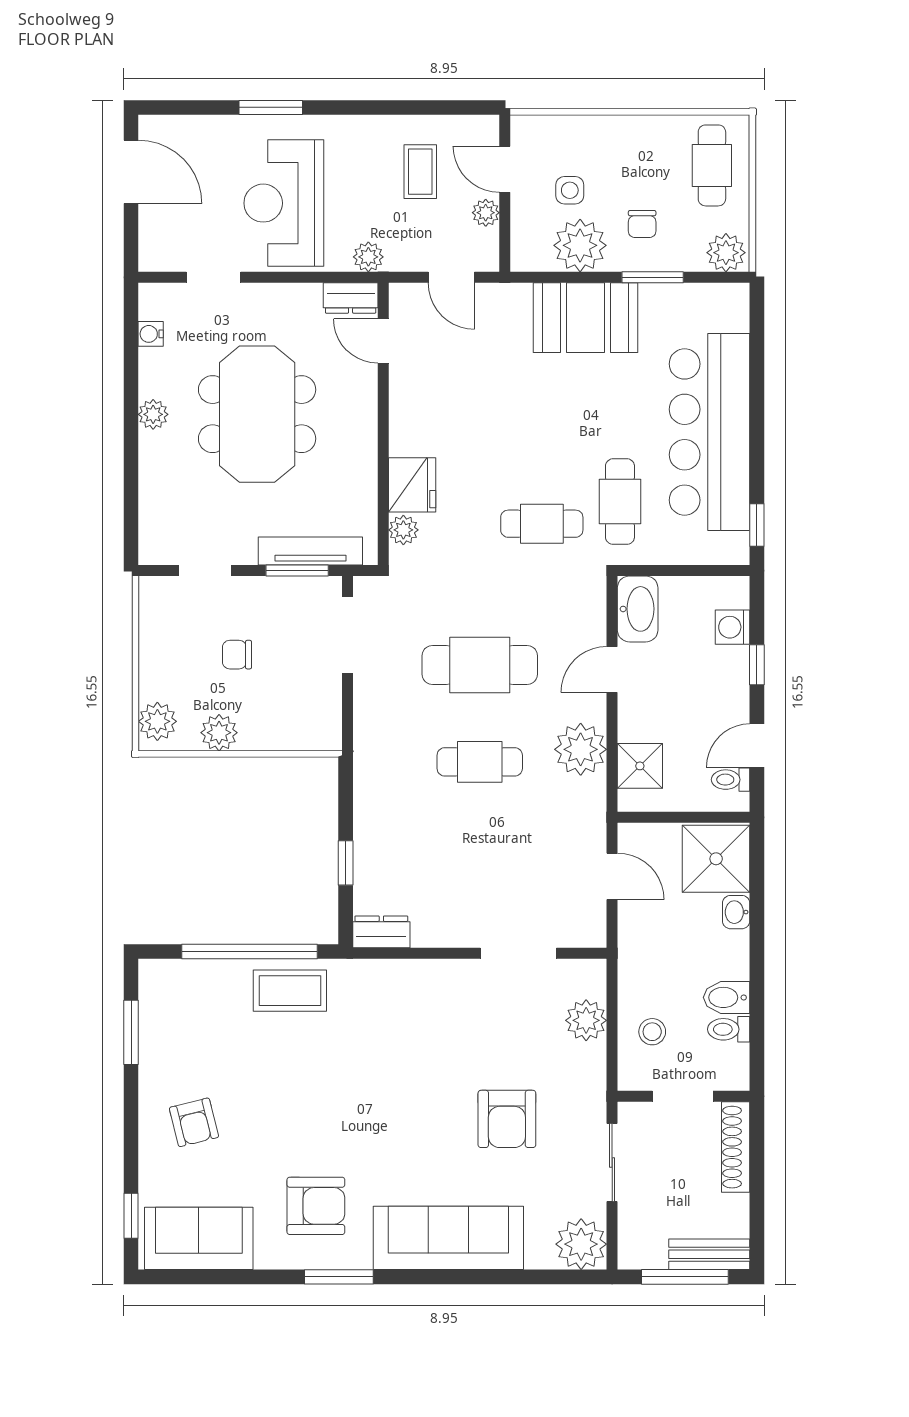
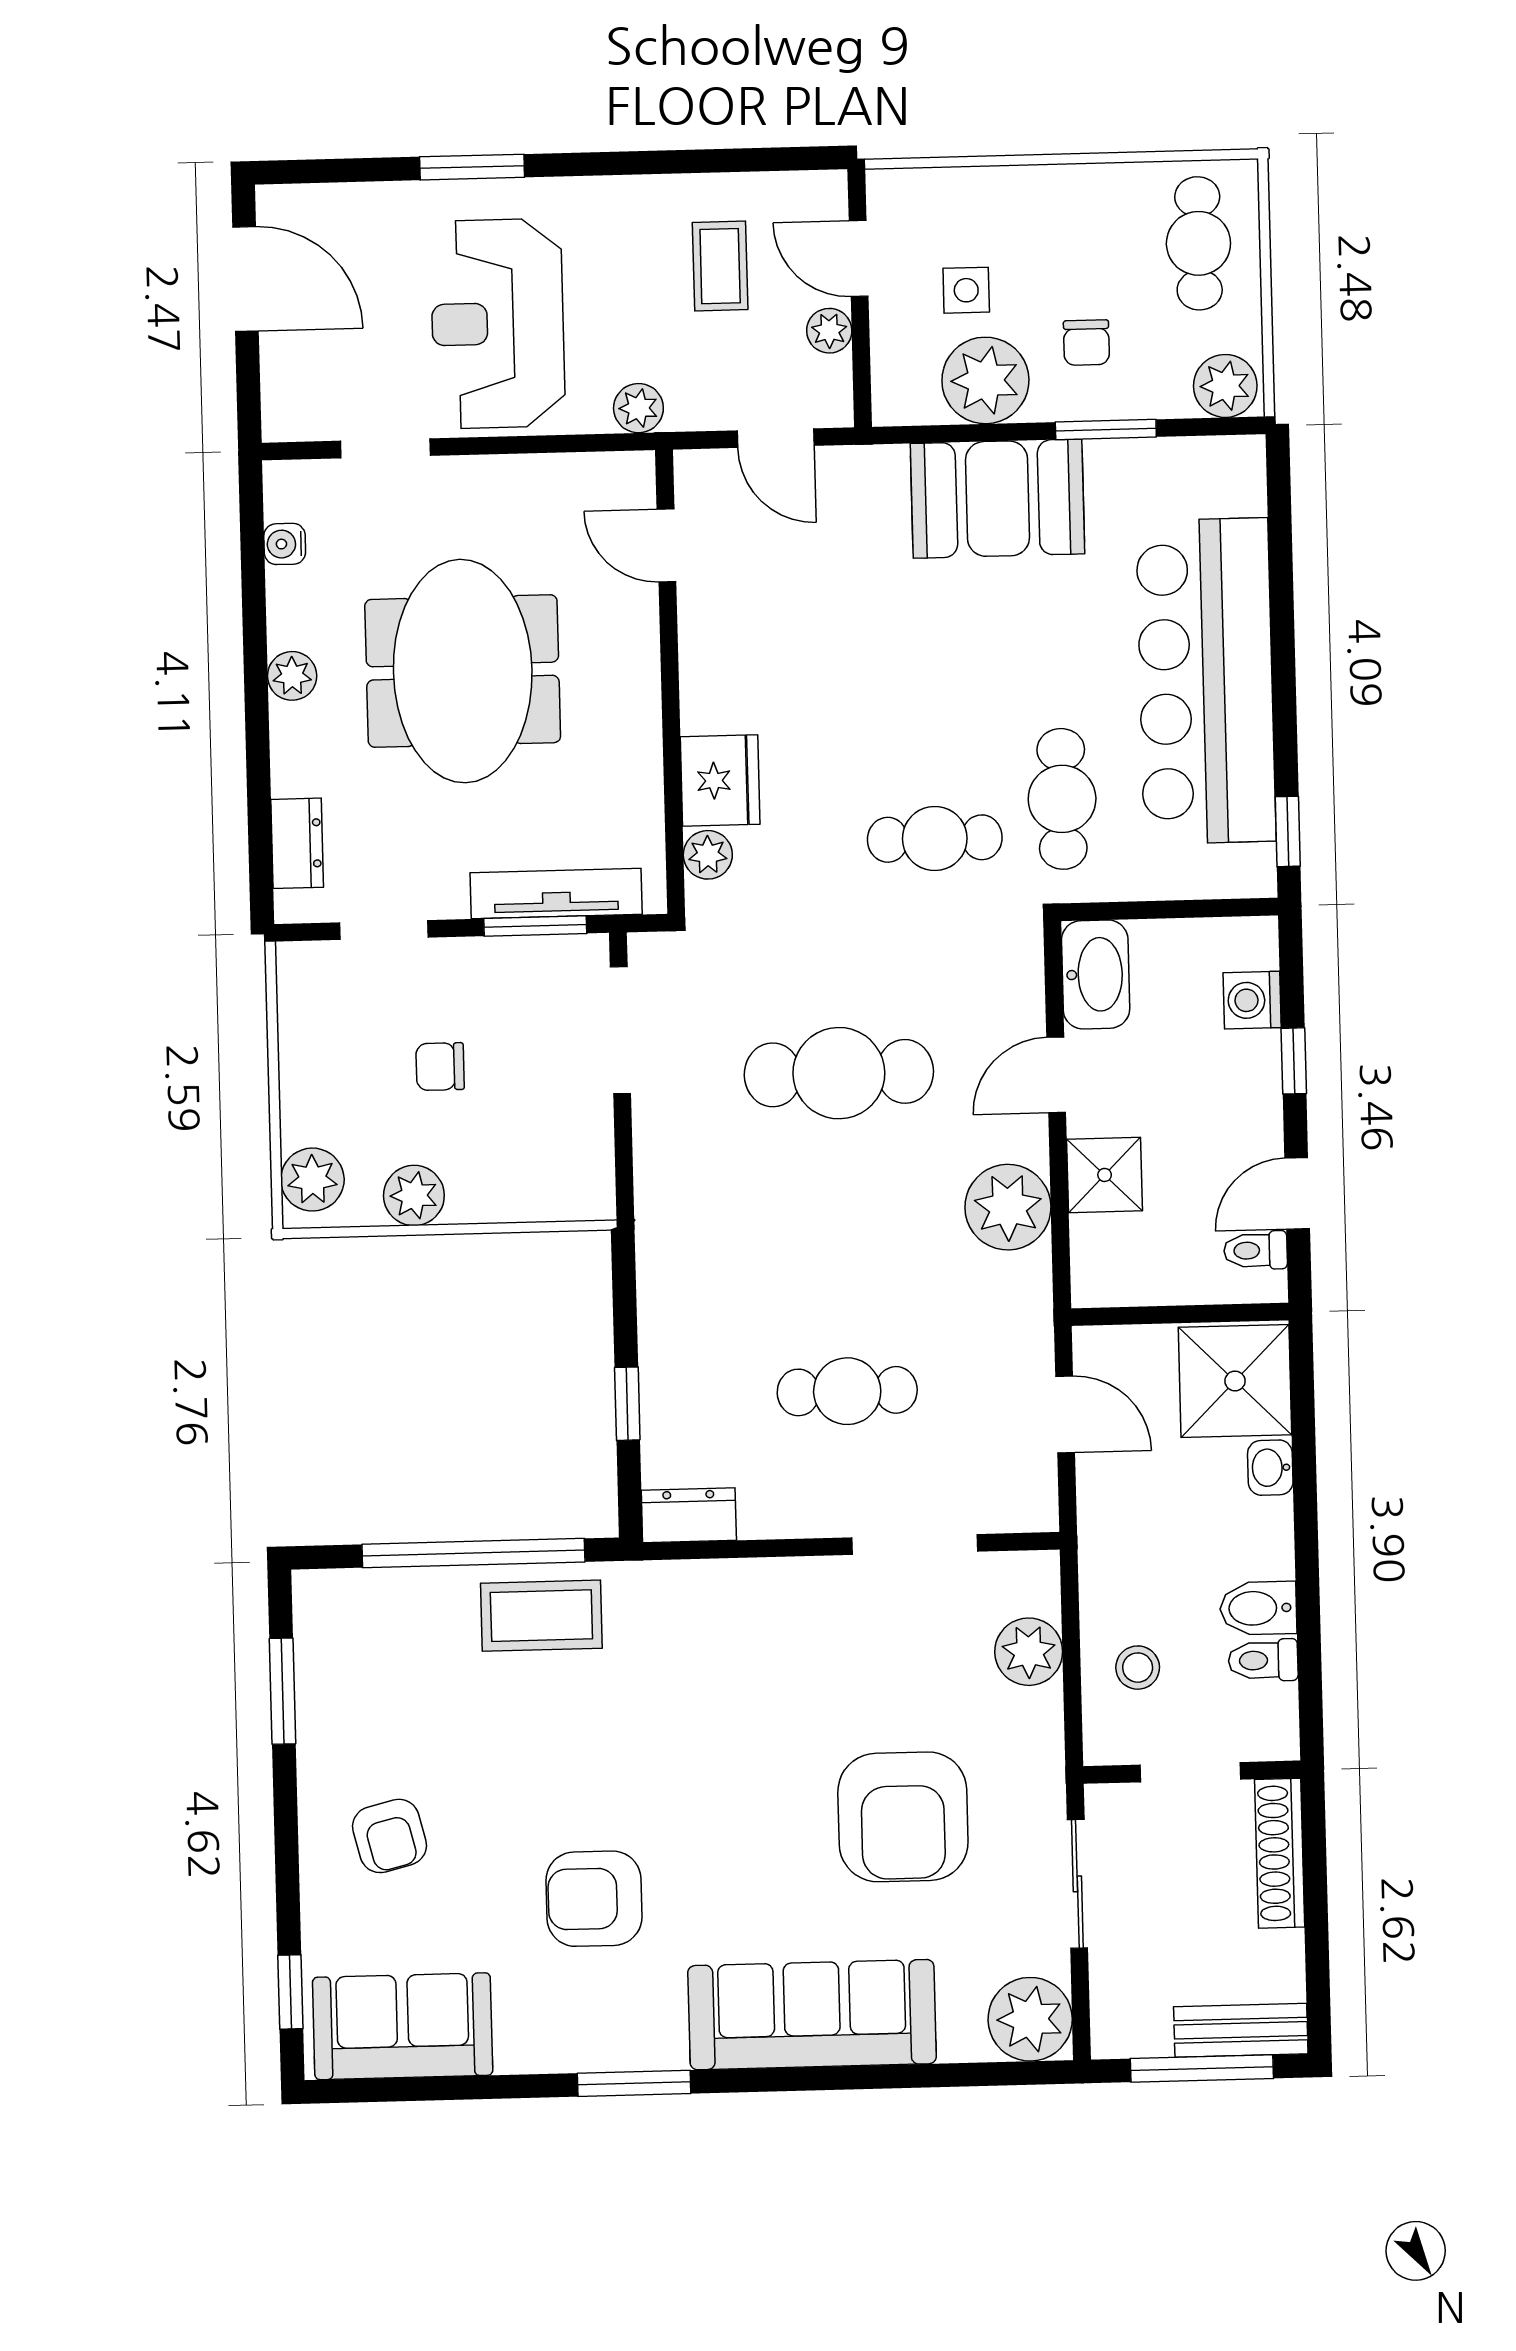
dresser: (351, 298) -> (297, 843), moved, turned -90
cafe table: (480, 762) -> (847, 1391), moved
shower: (640, 766) -> (1105, 1175), moved
armchair: (507, 1119) -> (903, 1817), width x1.36, depth x1.36
armchair: (316, 1206) -> (594, 1899), moved, turned 180

